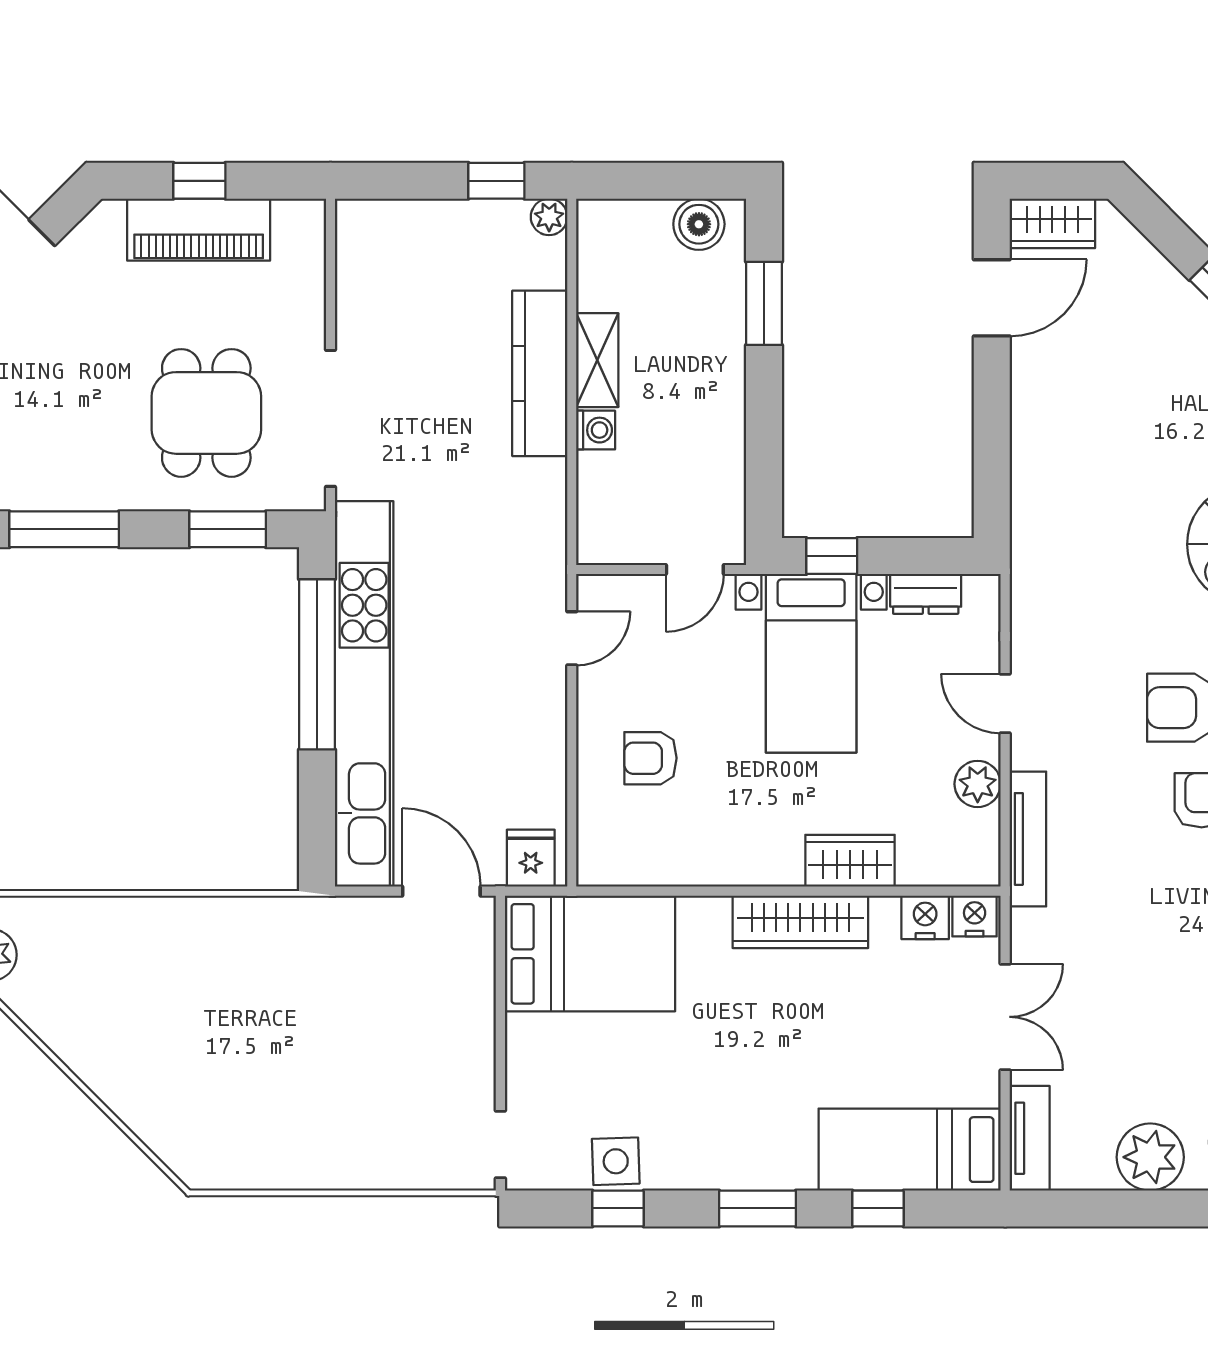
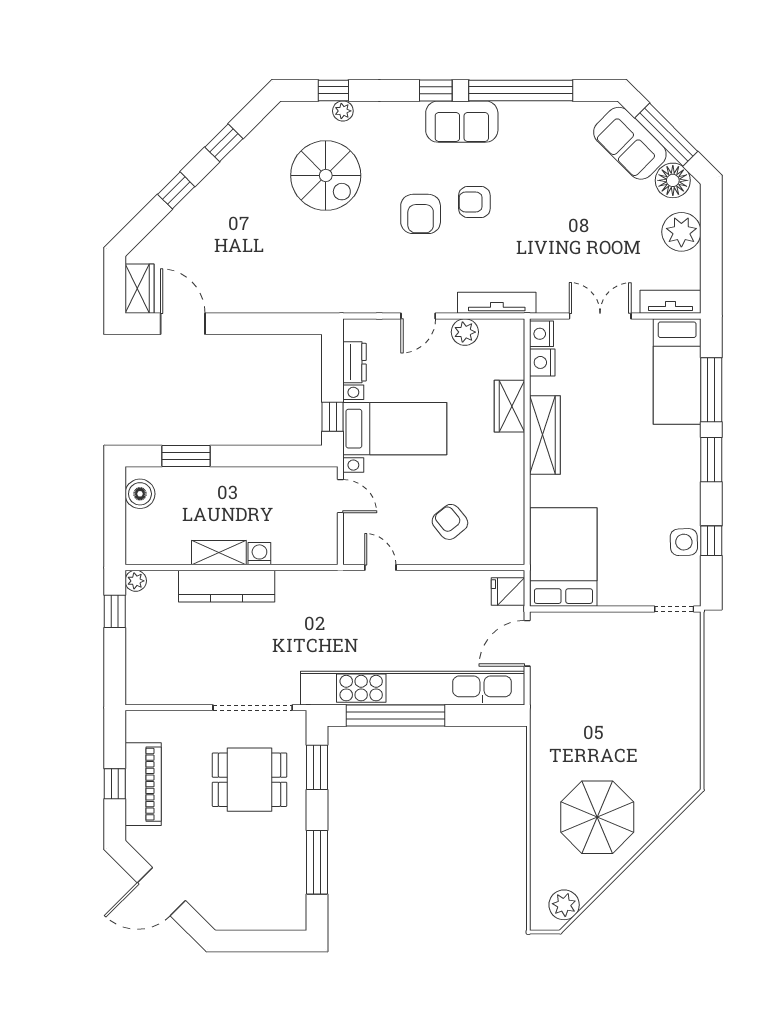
armchair: (650, 758) -> (450, 522), turned 141
parasol: (142, 1012) -> (597, 817), added
window: (878, 1208) -> (711, 390), width x2.17

